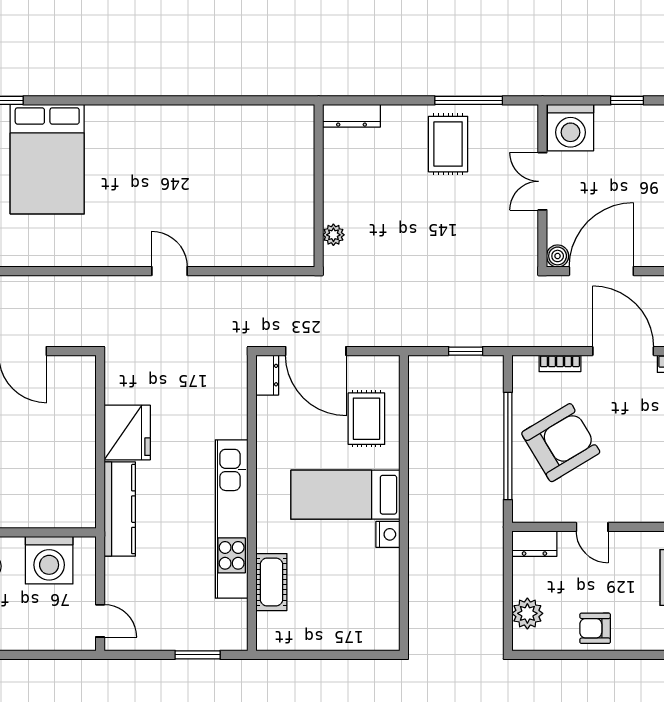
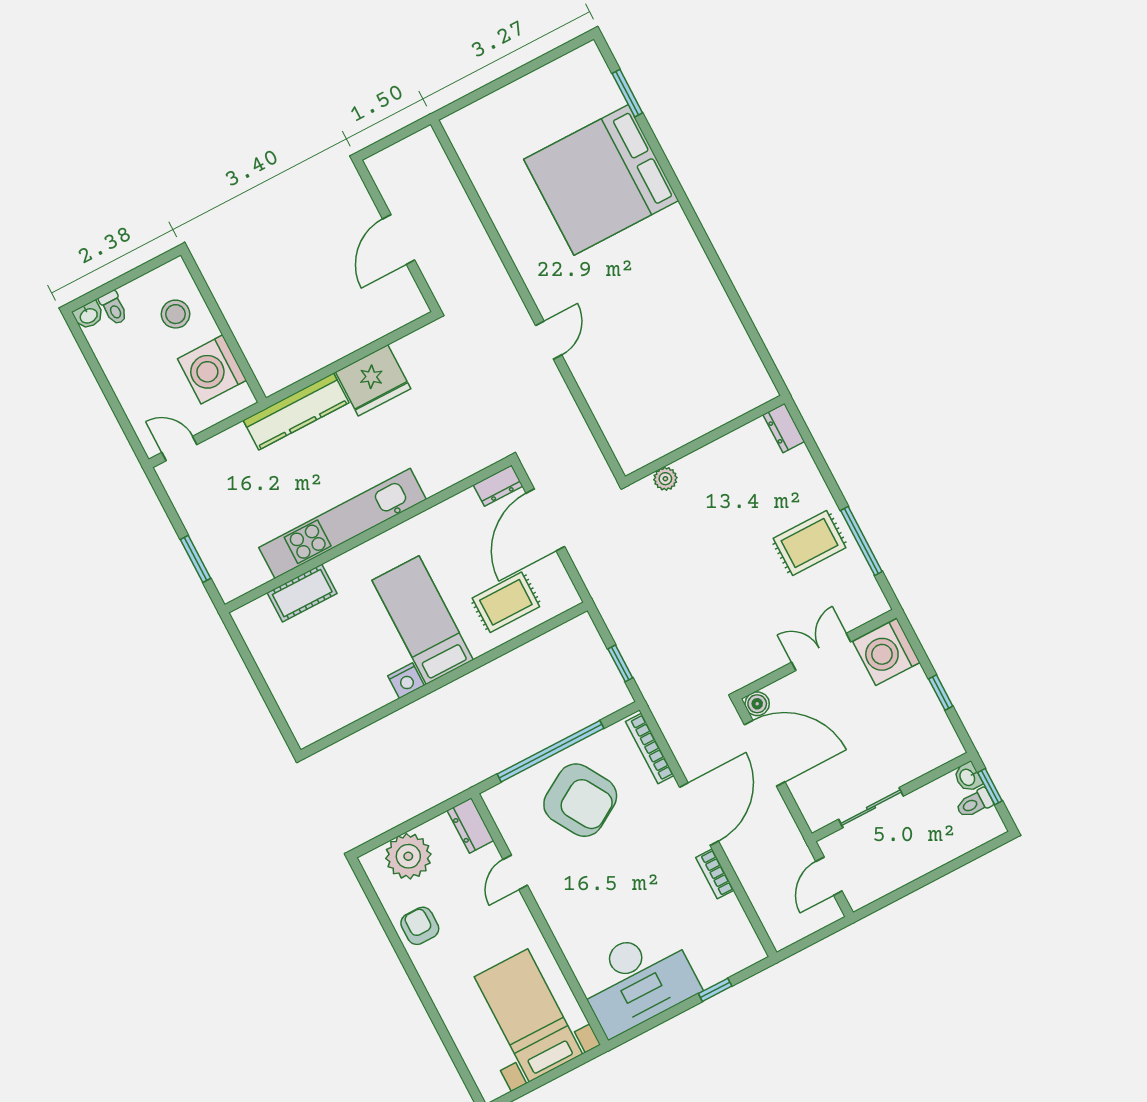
dresser: (352, 116) -> (784, 428), width x0.70
bed: (47, 159) -> (601, 180), width x1.36
bookcase: (560, 363) -> (650, 749), width x1.56
plant: (527, 613) -> (408, 856), width x1.36, depth x1.36
door: (100, 621) -> (179, 449), swing flipped

